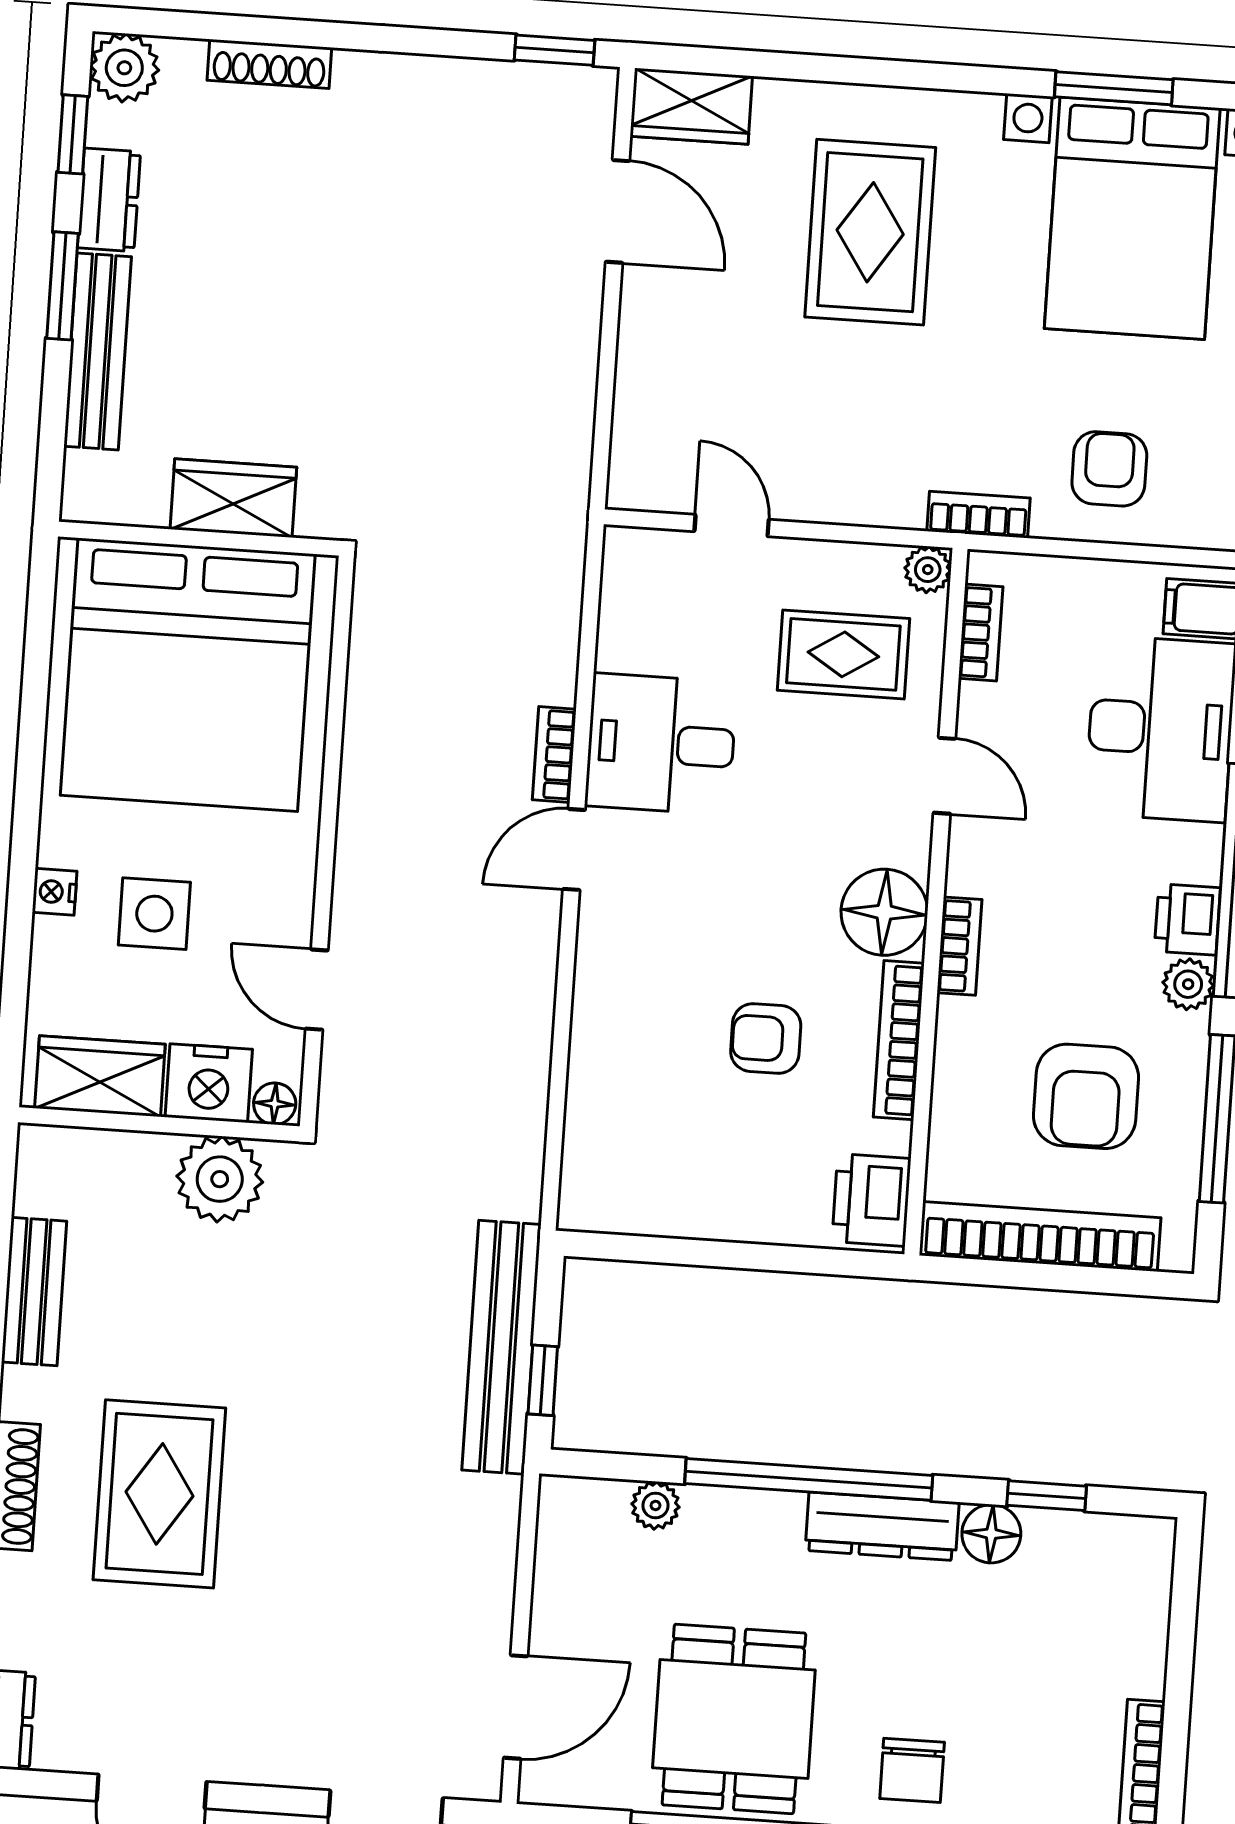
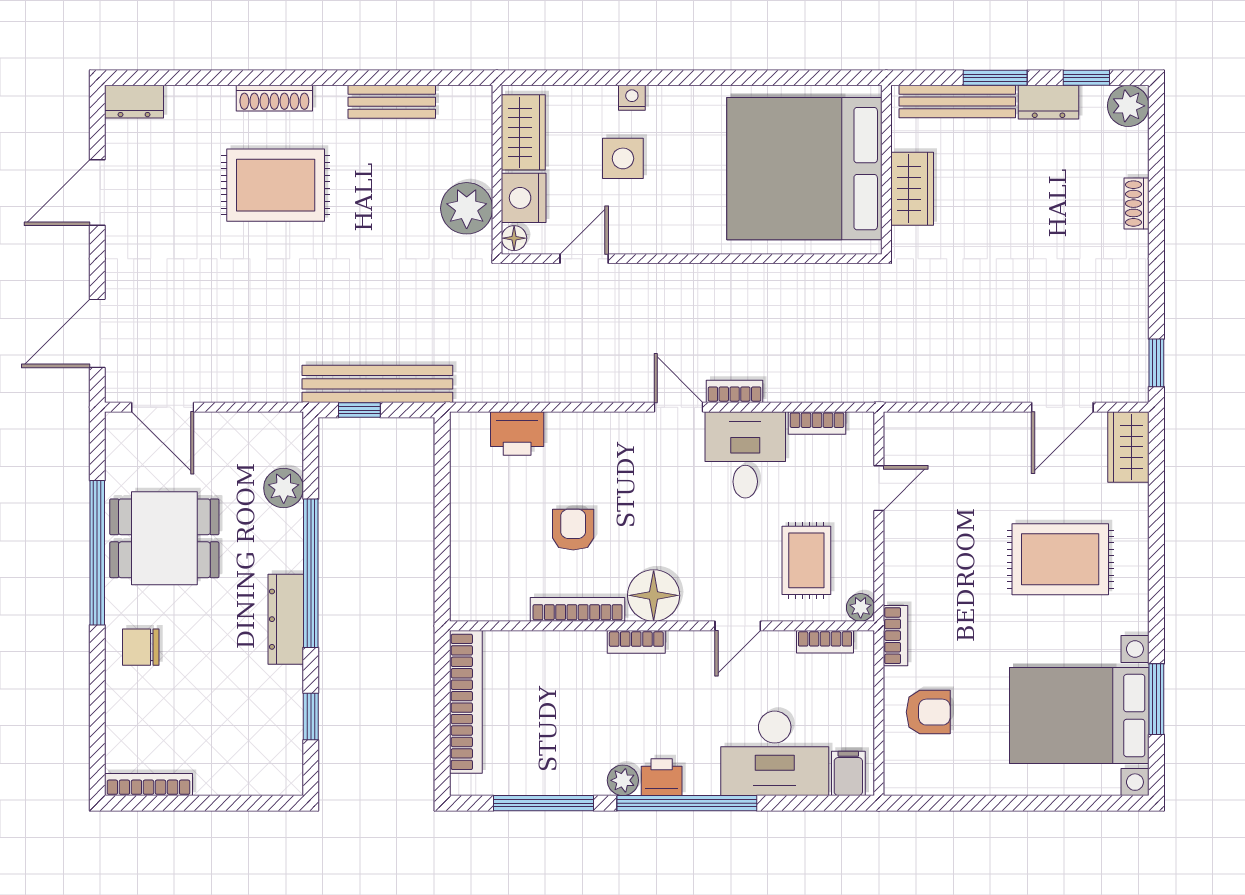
shoe rack: (269, 64) -> (1136, 204), width x0.70
wardrobe: (233, 498) -> (912, 189), moved
wall: (199, 539) -> (886, 170), moved
bookcase: (616, 621) -> (817, 423), added
bed: (188, 675) -> (804, 169), moved
armchair: (1086, 1096) -> (552, 724), removed
printer: (871, 1200) -> (517, 433), moved, turned 180
plant: (655, 1505) -> (284, 488), width x1.38, depth x1.38
floor lamp: (991, 1534) -> (286, 685), removed

